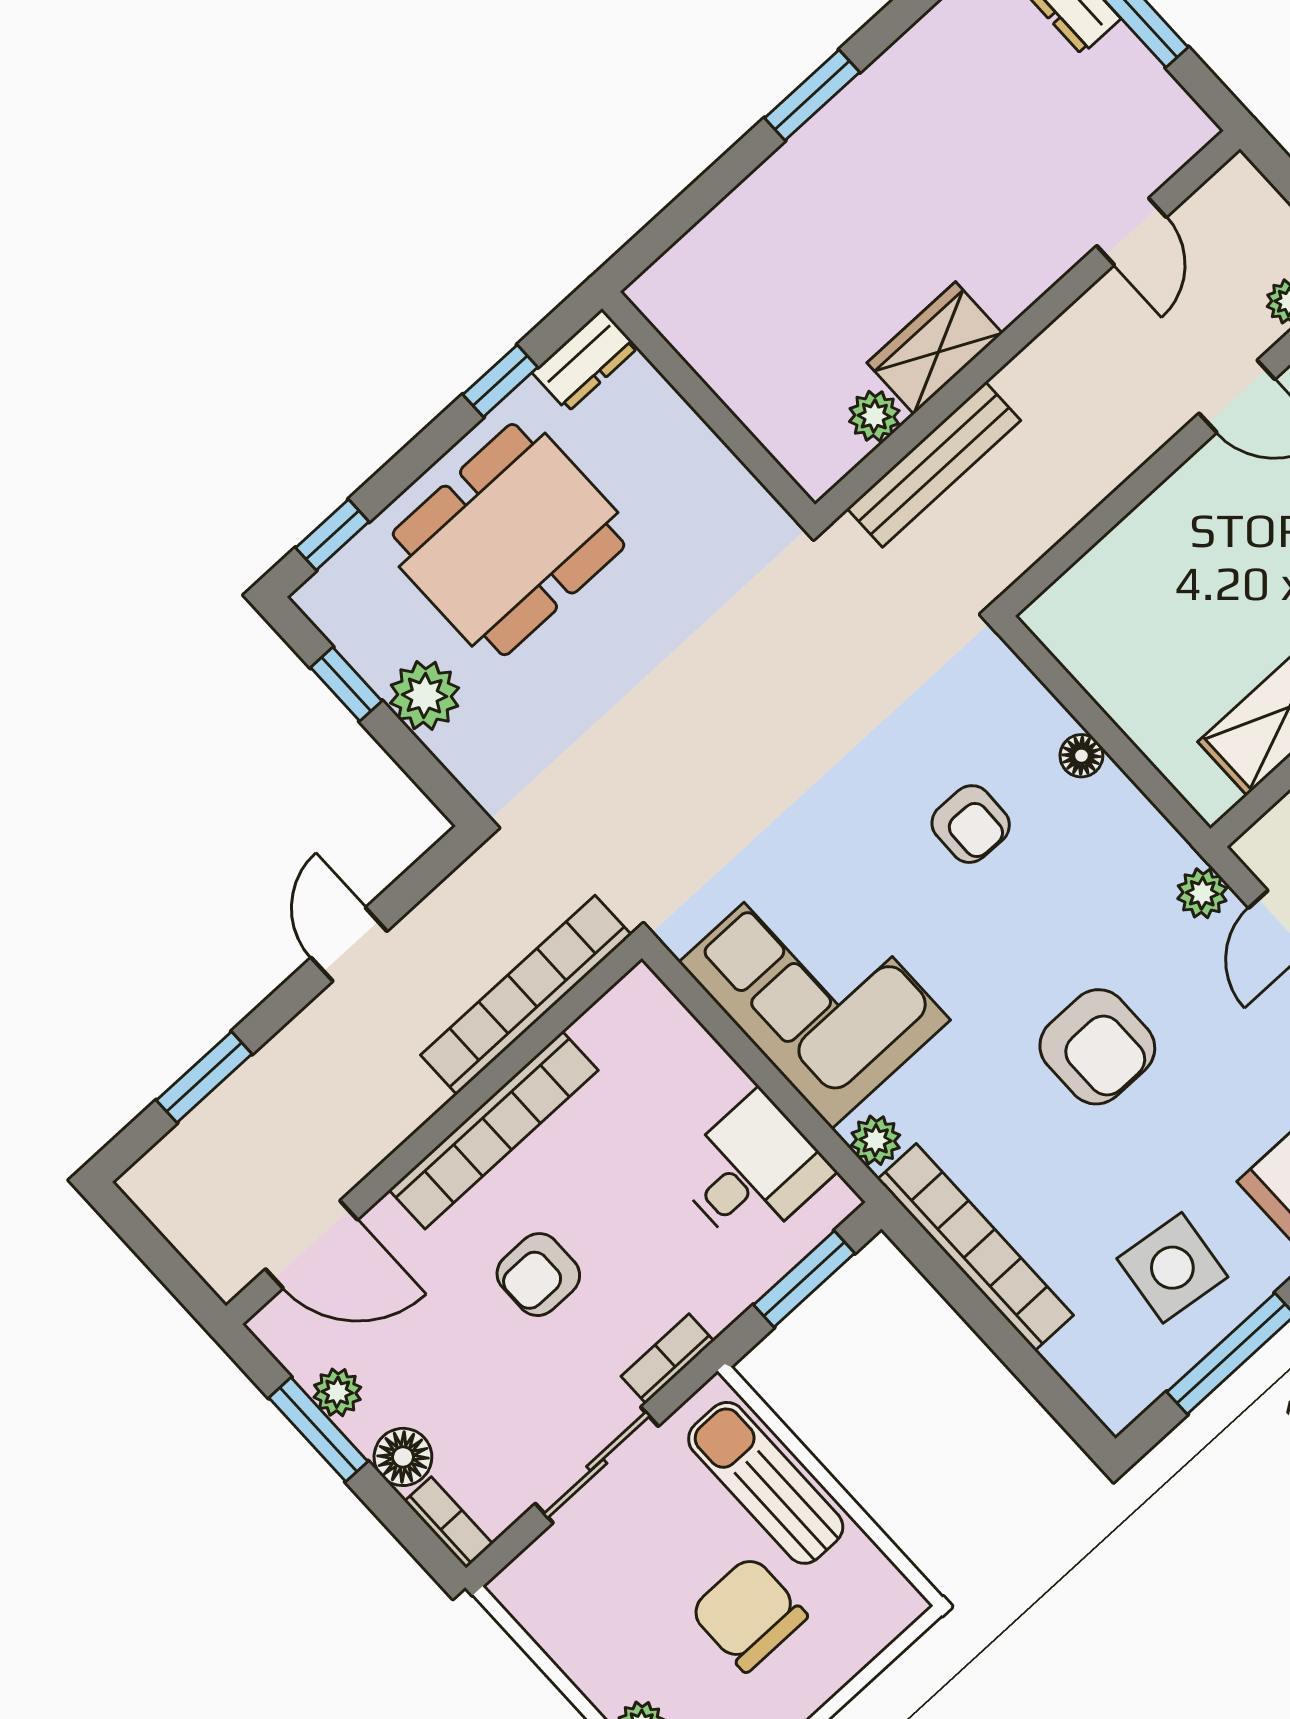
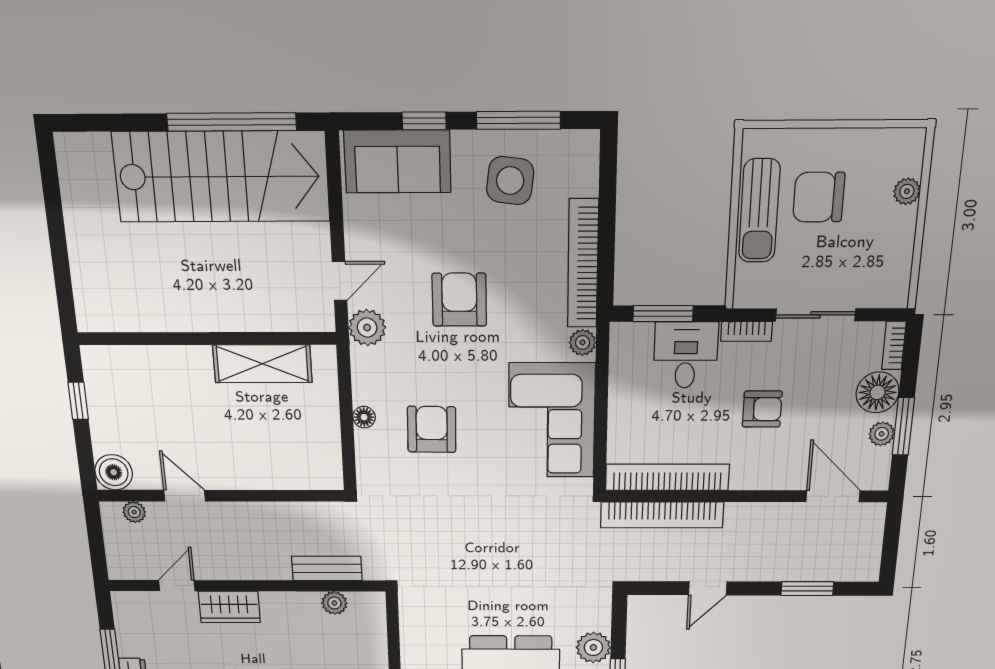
wardrobe: (935, 348) -> (229, 607), moved
bench: (934, 465) -> (327, 568), width x0.73
armchair: (971, 824) -> (432, 429), width x1.38, depth x1.38
plant: (1202, 893) -> (367, 328), width x1.38, depth x1.38
bookcase: (494, 1130) -> (667, 477), moved
desk: (752, 1171) -> (686, 355), moved, turned 90
floor lamp: (403, 1457) -> (878, 392), width x1.38, depth x1.38
sun lounger: (766, 1483) -> (759, 211), moved
chair: (748, 1614) -> (819, 197), turned 90

